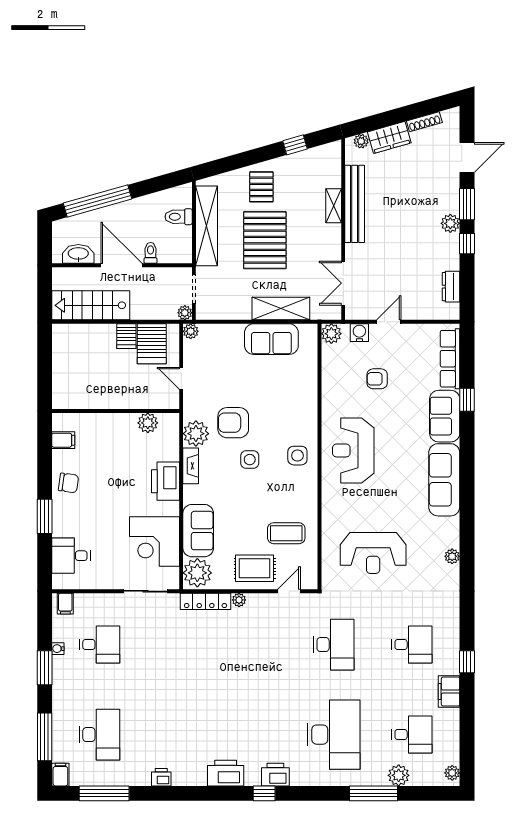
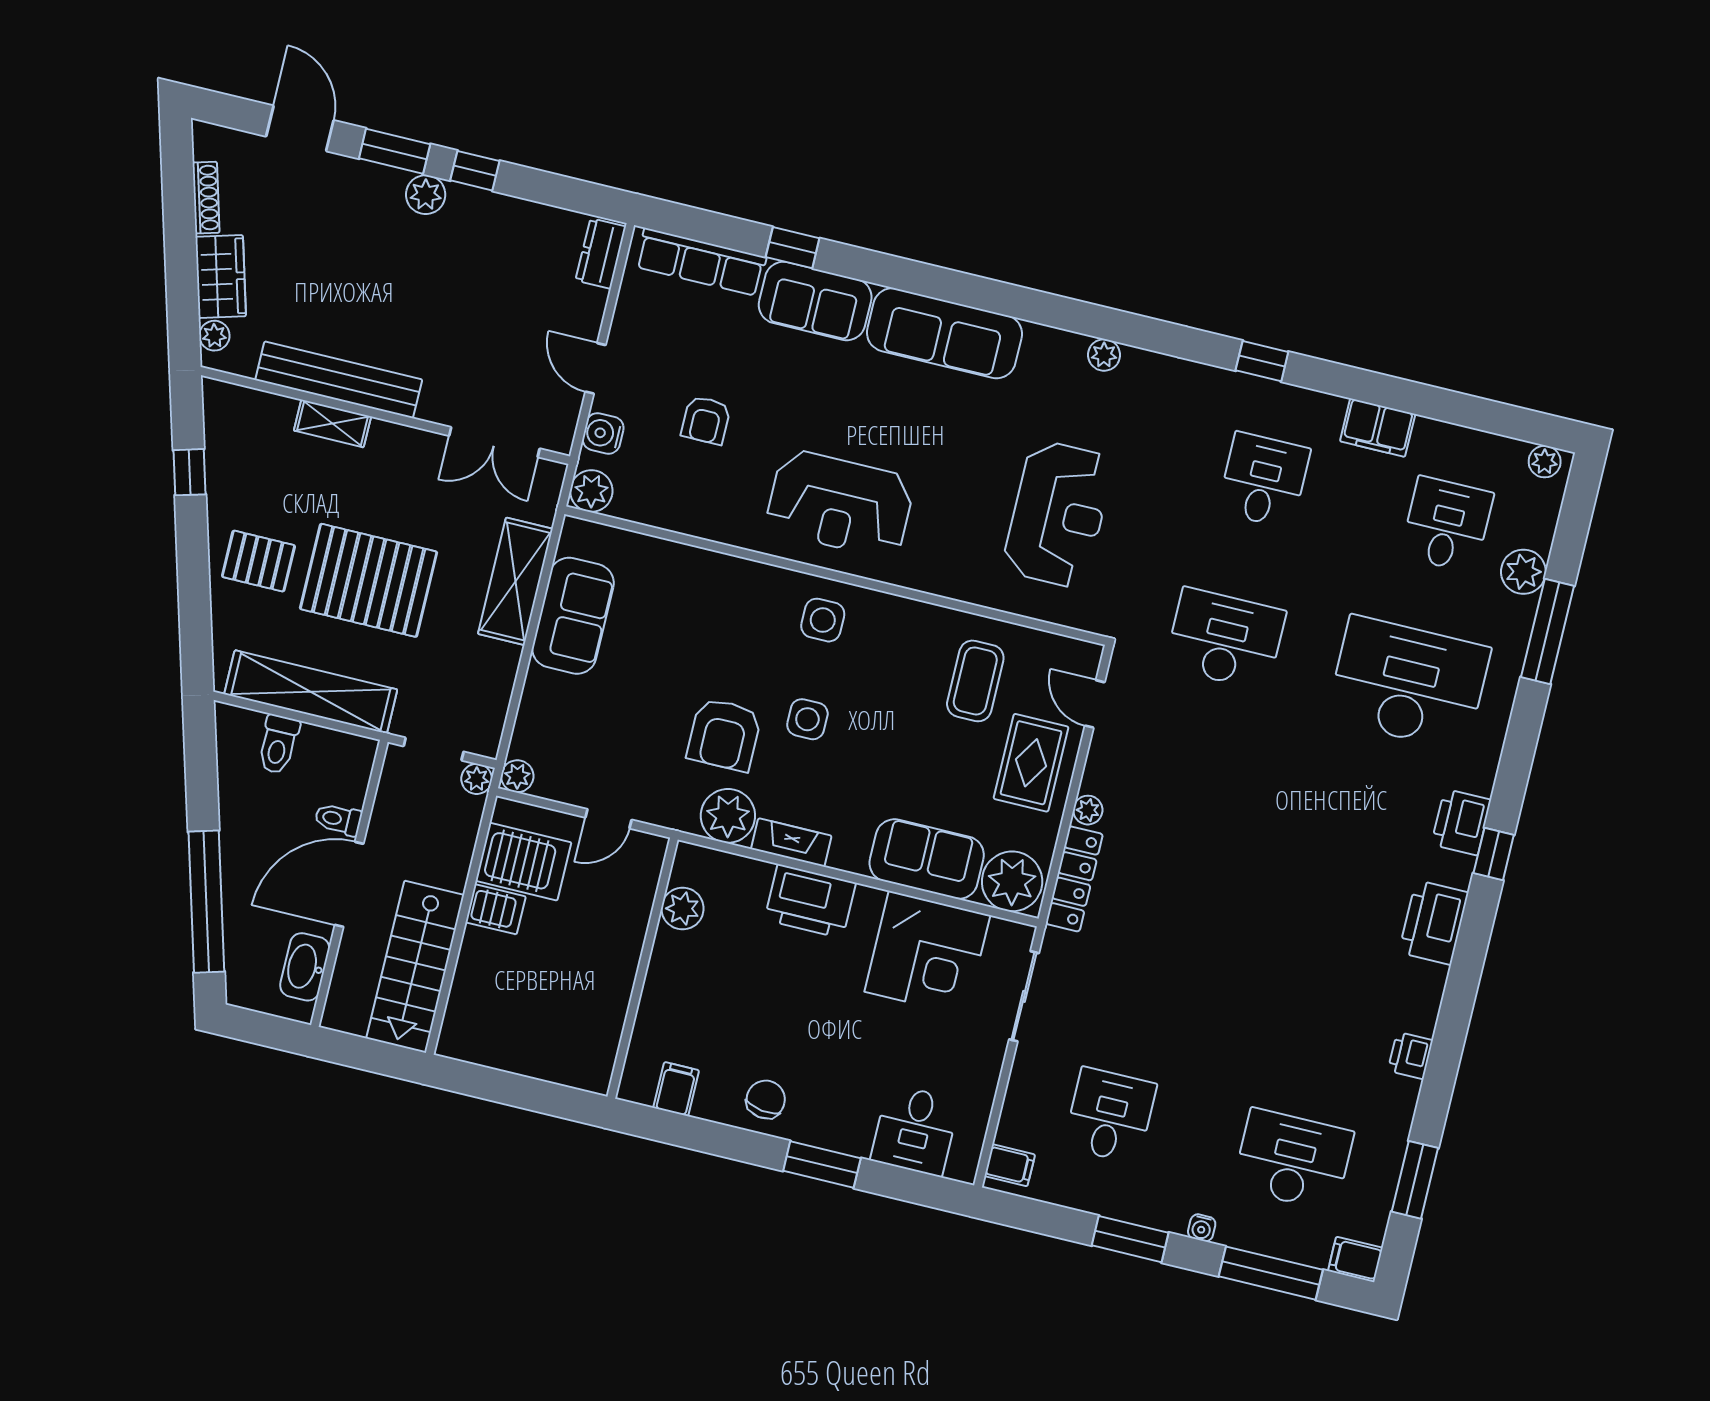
dresser: (451, 287) -> (601, 253), moved, turned 90
water cooler: (58, 649) -> (1202, 1228), moved
window: (467, 662) -> (1262, 361), moved
window: (104, 793) -> (1415, 1180), width x0.69

